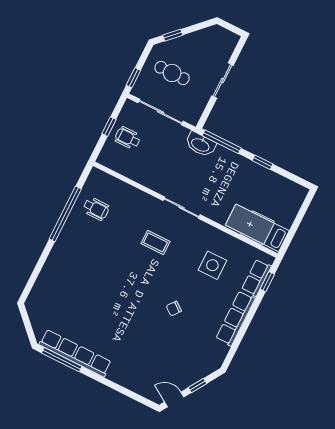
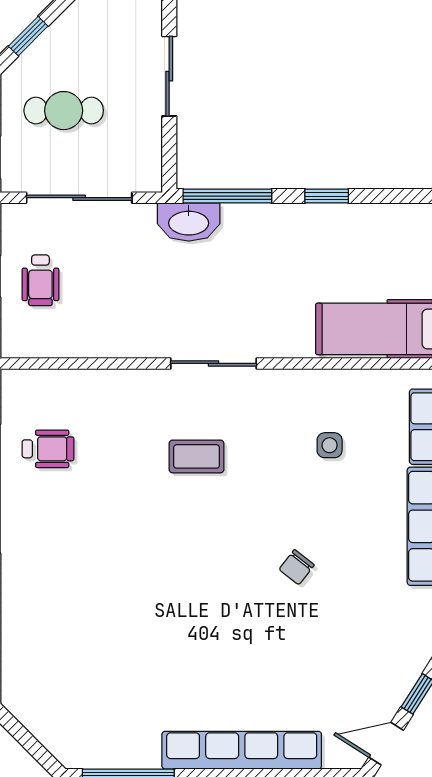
wheelchair: (128, 138) -> (40, 280), turned -90
side table: (212, 265) -> (330, 445), width x0.54, depth x0.54
row of seats: (75, 353) -> (242, 750), moved

